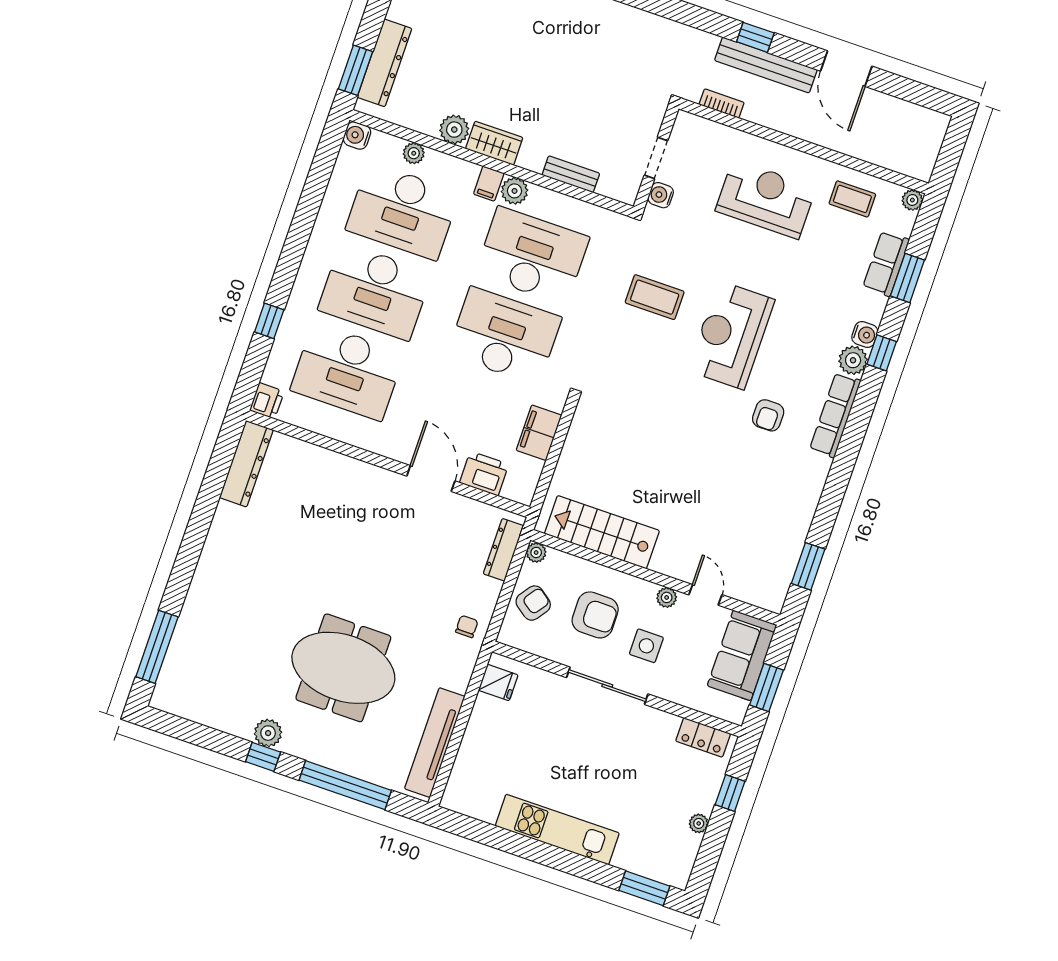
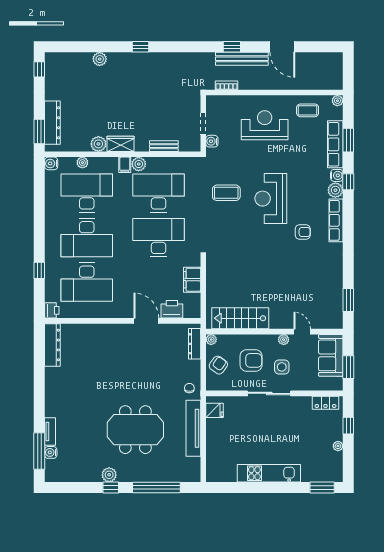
desk: (403, 211) -> (87, 193), turned 180
row of seats: (886, 264) -> (335, 144), width x1.48
armchair: (768, 415) -> (303, 232), turned -90
tv unit: (188, 618) -> (50, 431), added
water cooler: (177, 656) -> (51, 452), added
tv unit: (435, 743) -> (193, 428), moved

